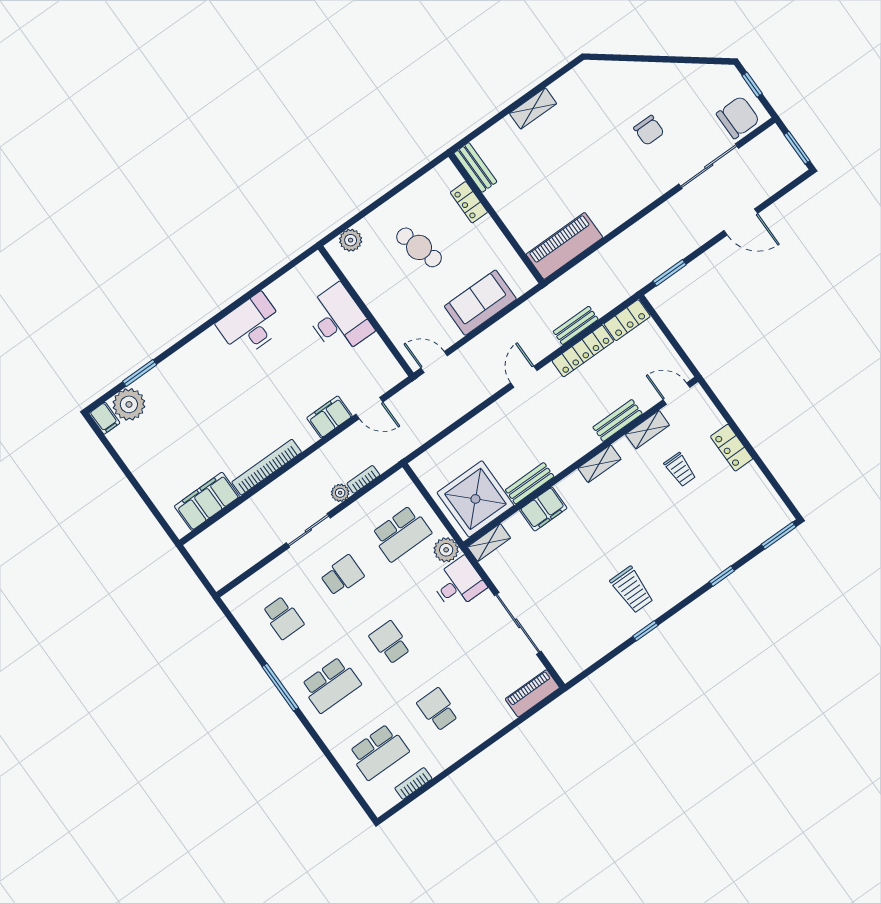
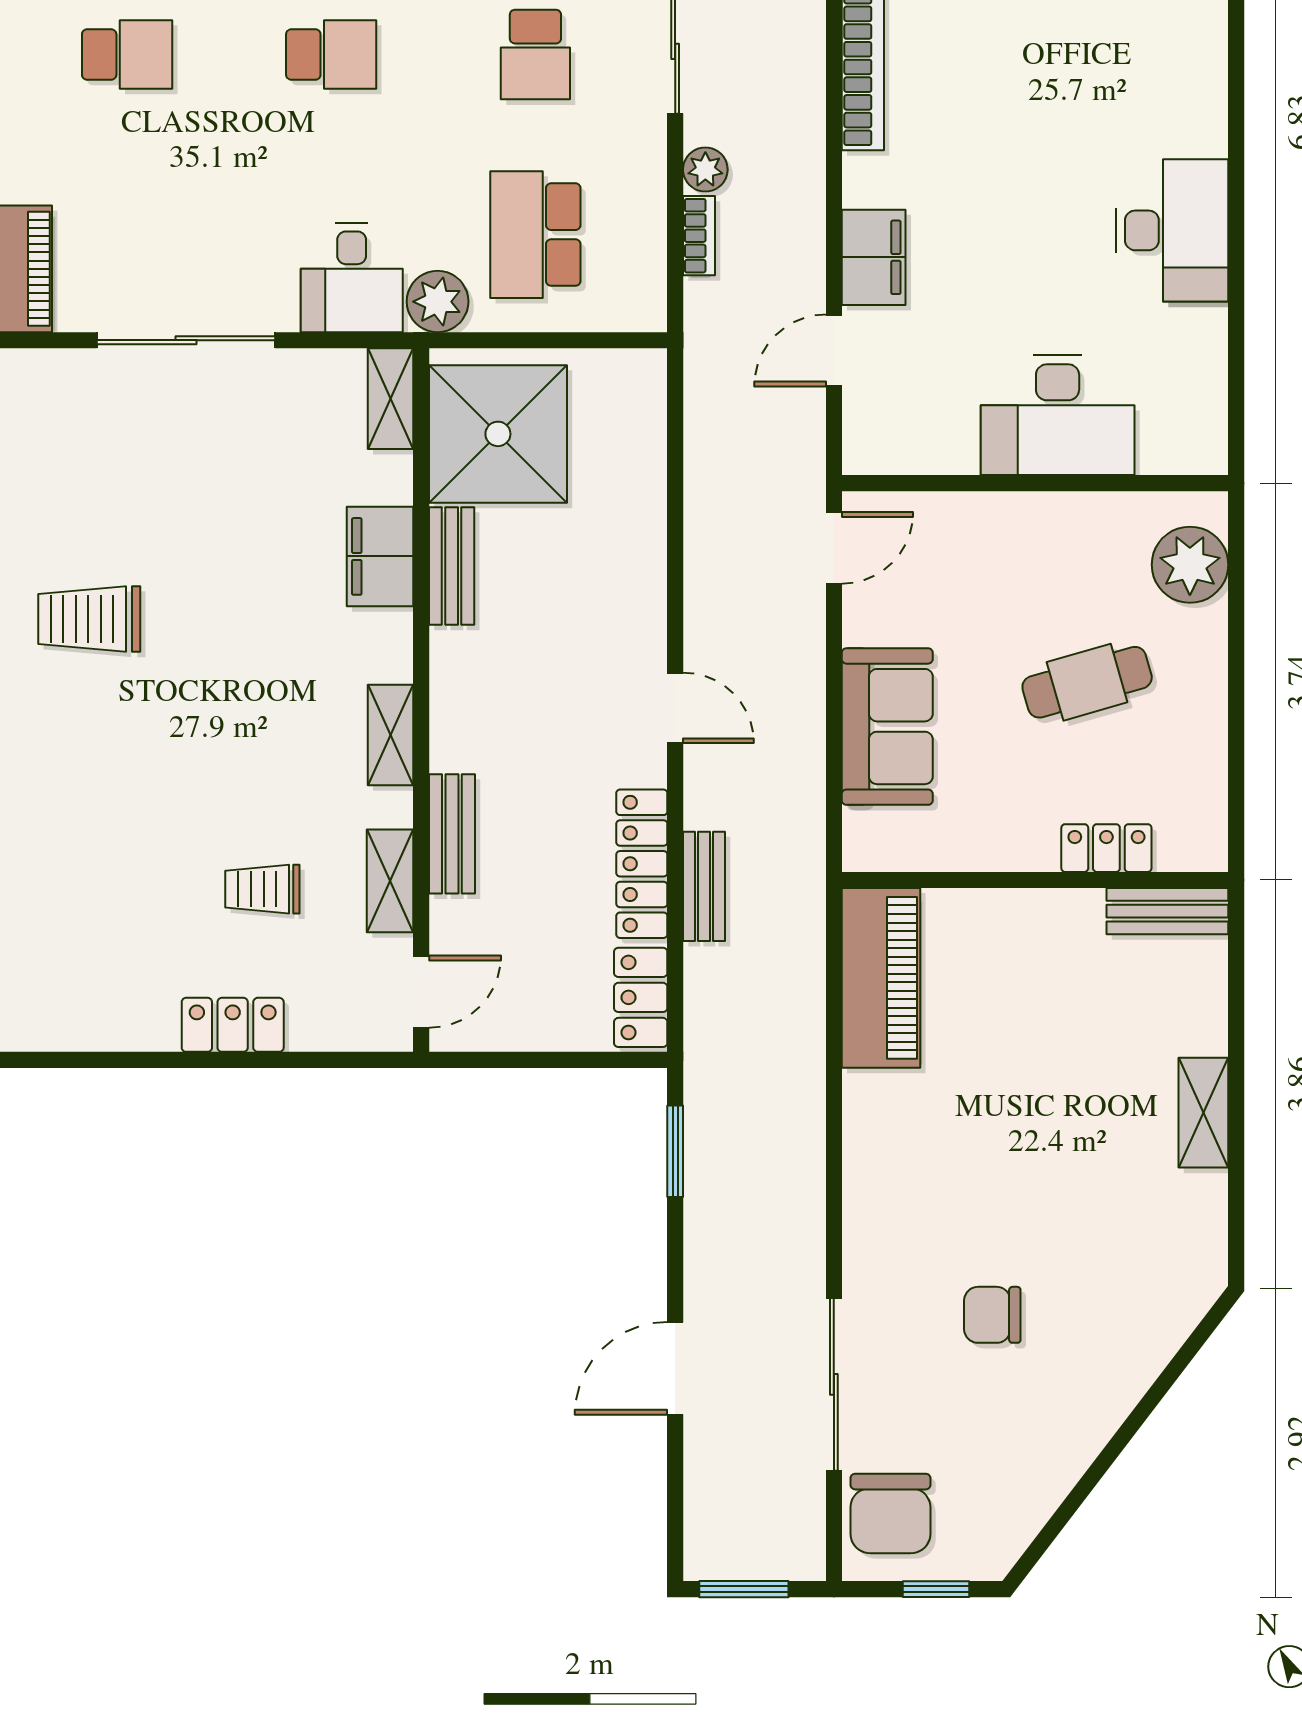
plant: (351, 240) -> (1190, 565), width x1.36, depth x1.36

